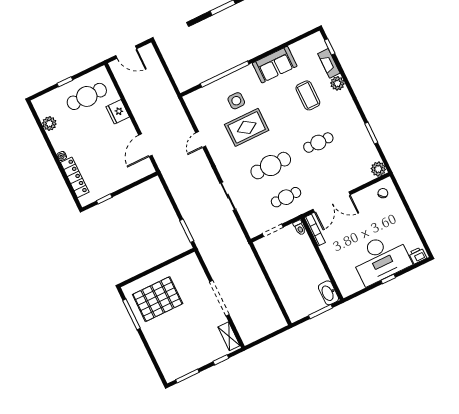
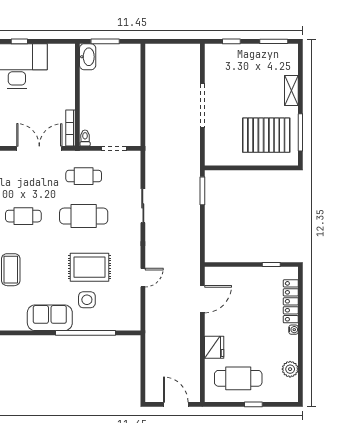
sofa: (275, 65) -> (50, 318), moved
shelving: (229, 336) -> (291, 91), moved

